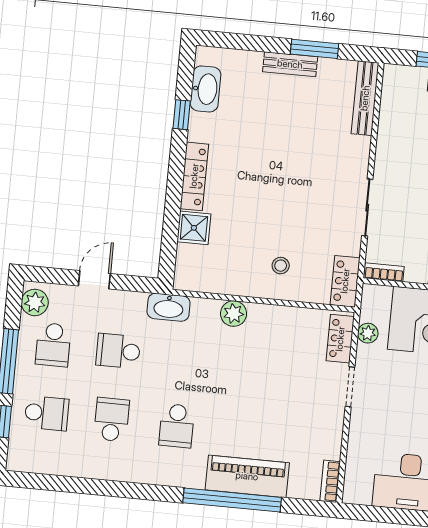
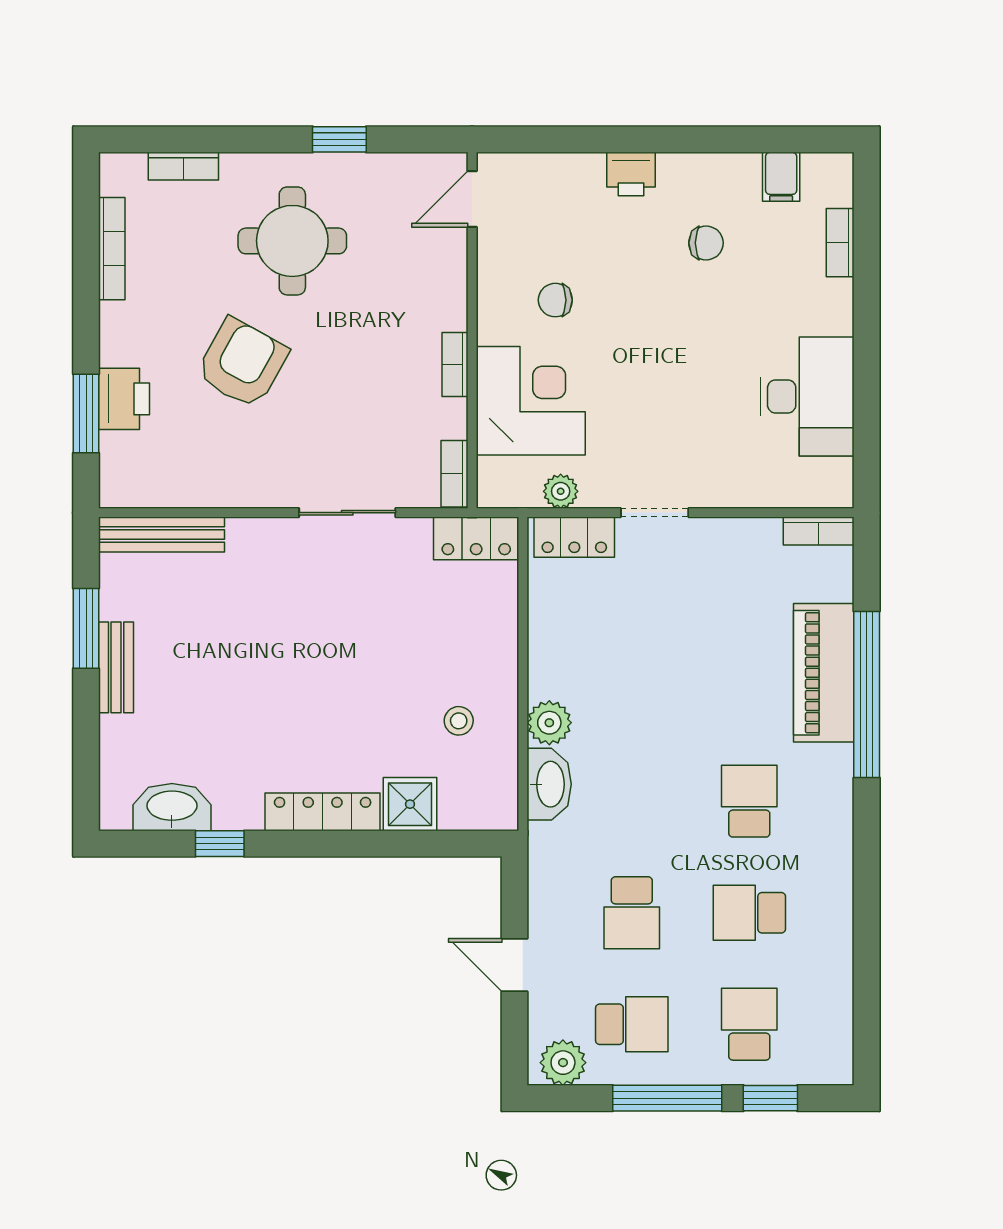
stool: (281, 266) -> (459, 721), moved
washbasin: (169, 307) -> (549, 784), moved
school desk: (177, 426) -> (749, 801), turned -90

